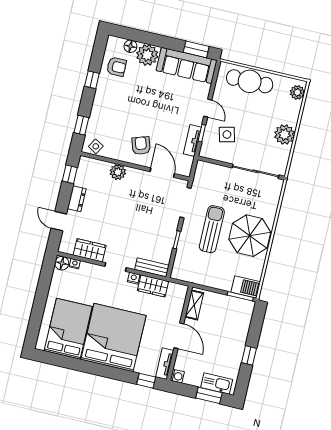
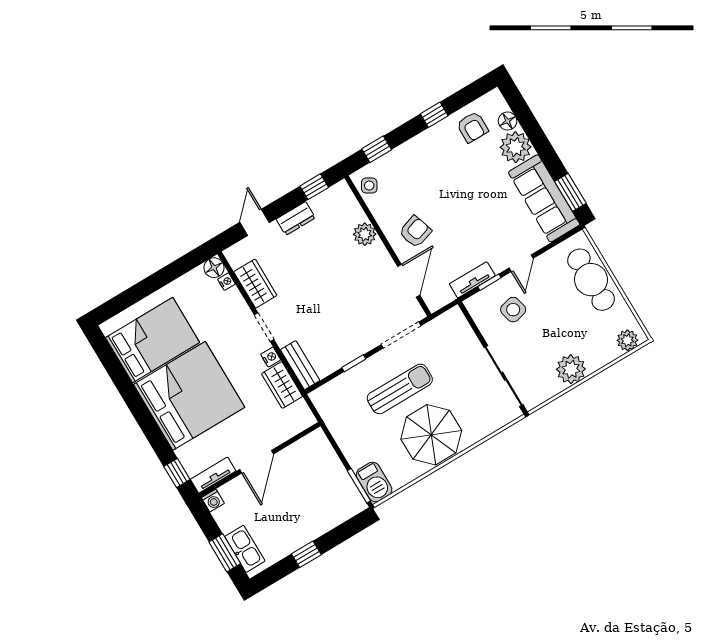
shelving: (194, 305) -> (304, 447), removed

